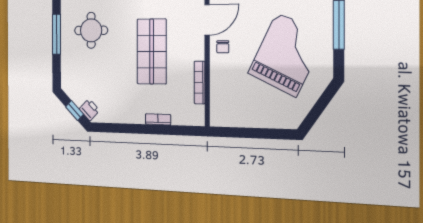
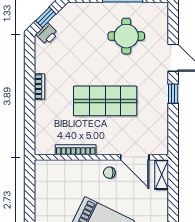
bookcase: (158, 119) -> (40, 87), moved

